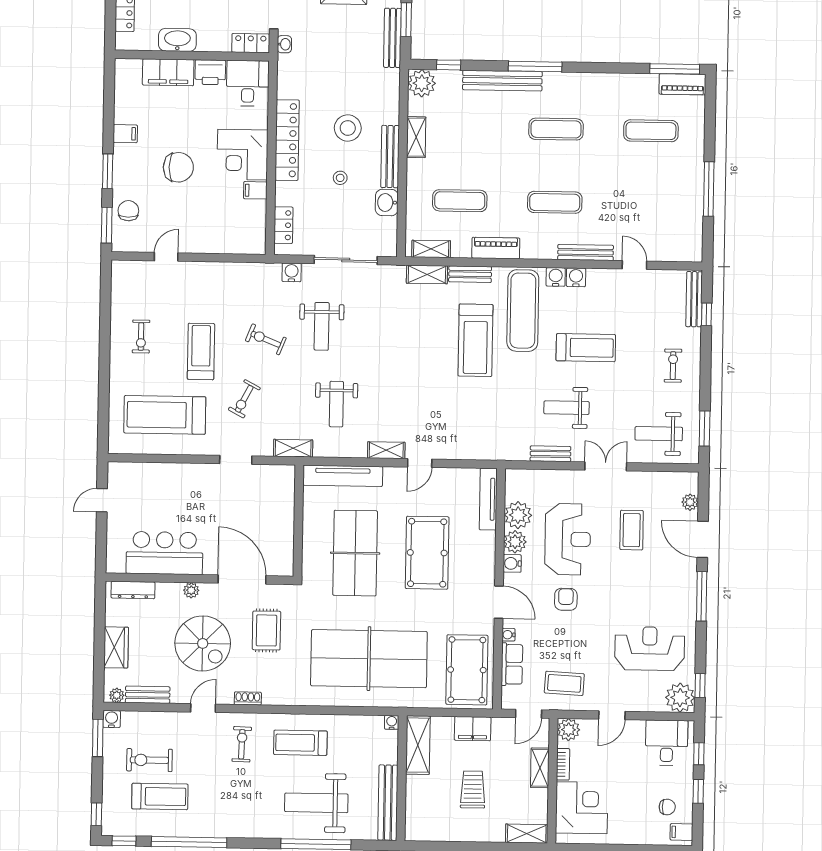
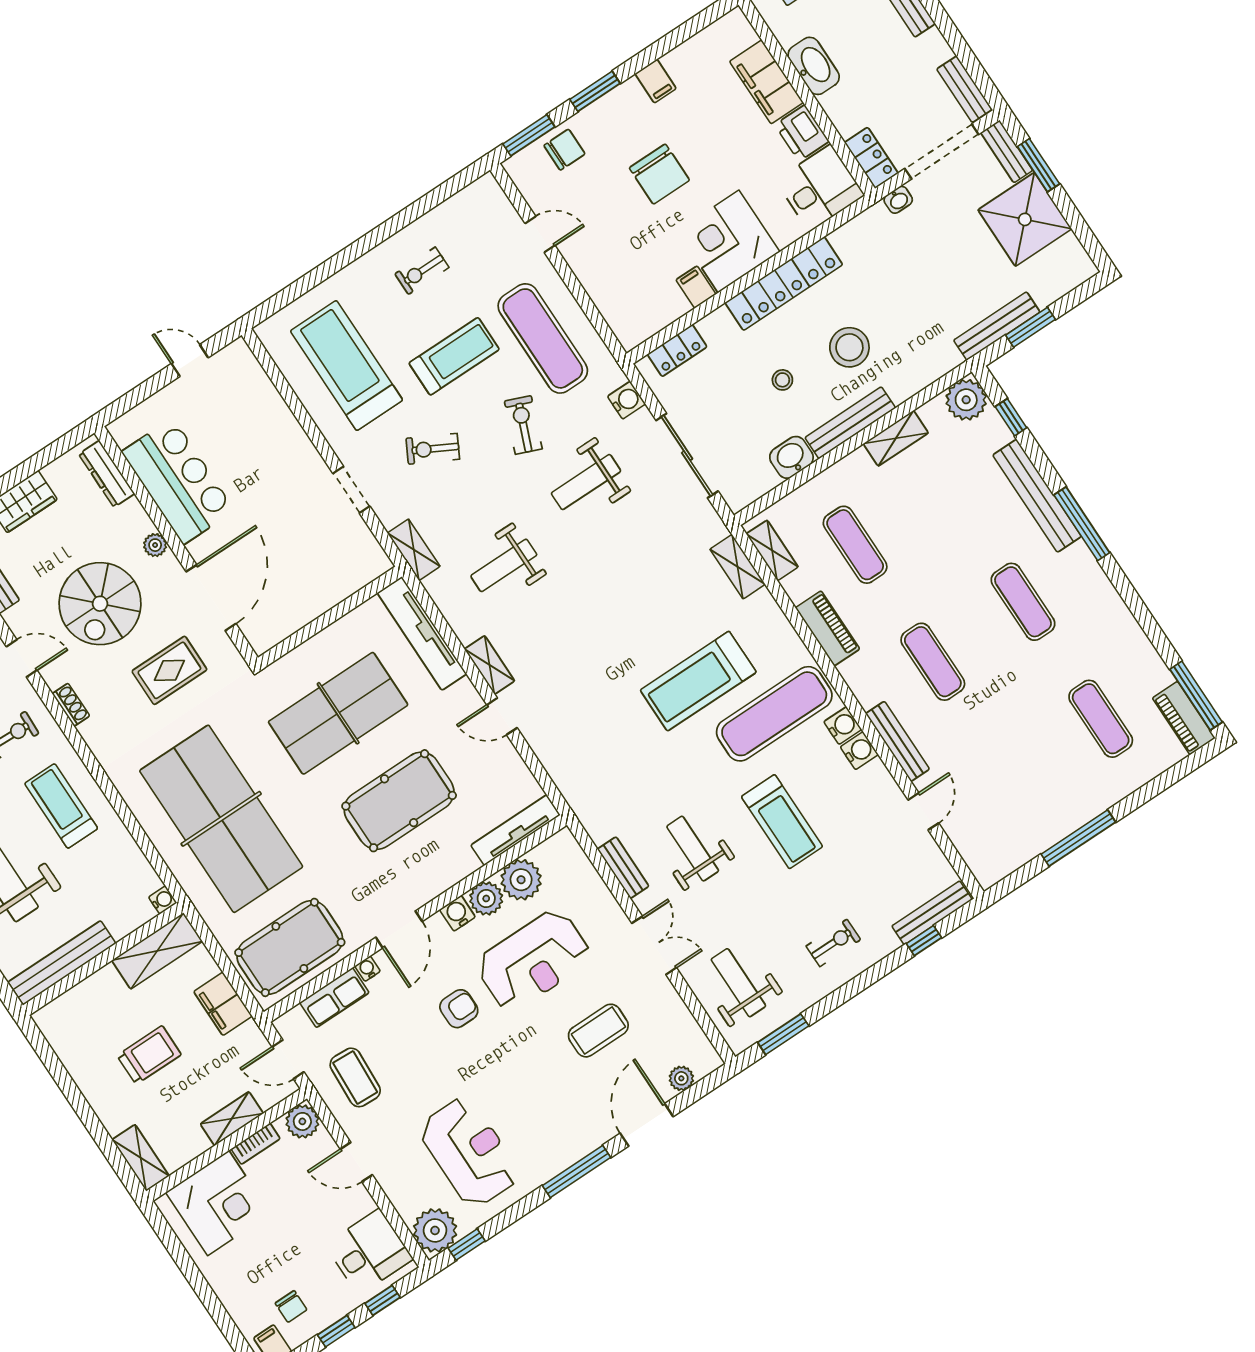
bench: (470, 274) -> (774, 619), removed
exercise mat: (225, 295) -> (543, 338), added

